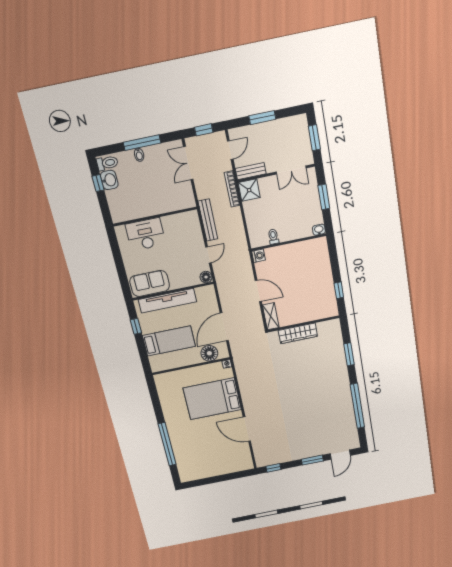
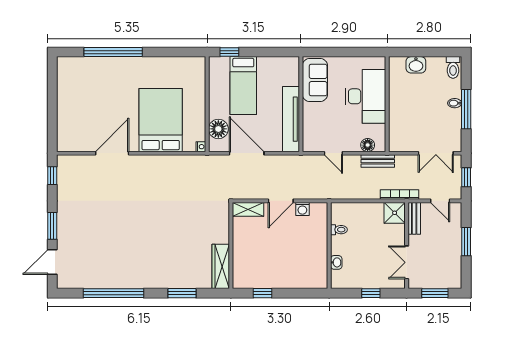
double door: (188, 163) -> (436, 153), swing flipped
washbasin: (109, 180) -> (416, 65), moved
window: (98, 183) -> (435, 52), removed
window: (324, 197) -> (371, 293), width x0.67
bench: (208, 220) -> (378, 161), width x0.73
washbasin: (319, 230) -> (336, 262), moved
desk: (146, 234) -> (365, 96), width x1.36, depth x1.30
washing machine: (259, 256) -> (302, 209), moved
floor lamp: (206, 277) -> (368, 145), moved
tv unit: (167, 301) -> (291, 119), moved
window: (136, 326) -> (229, 52), moved
wardrobe: (298, 333) -> (221, 266), moved
door: (340, 455) -> (52, 262), hinge flipped

